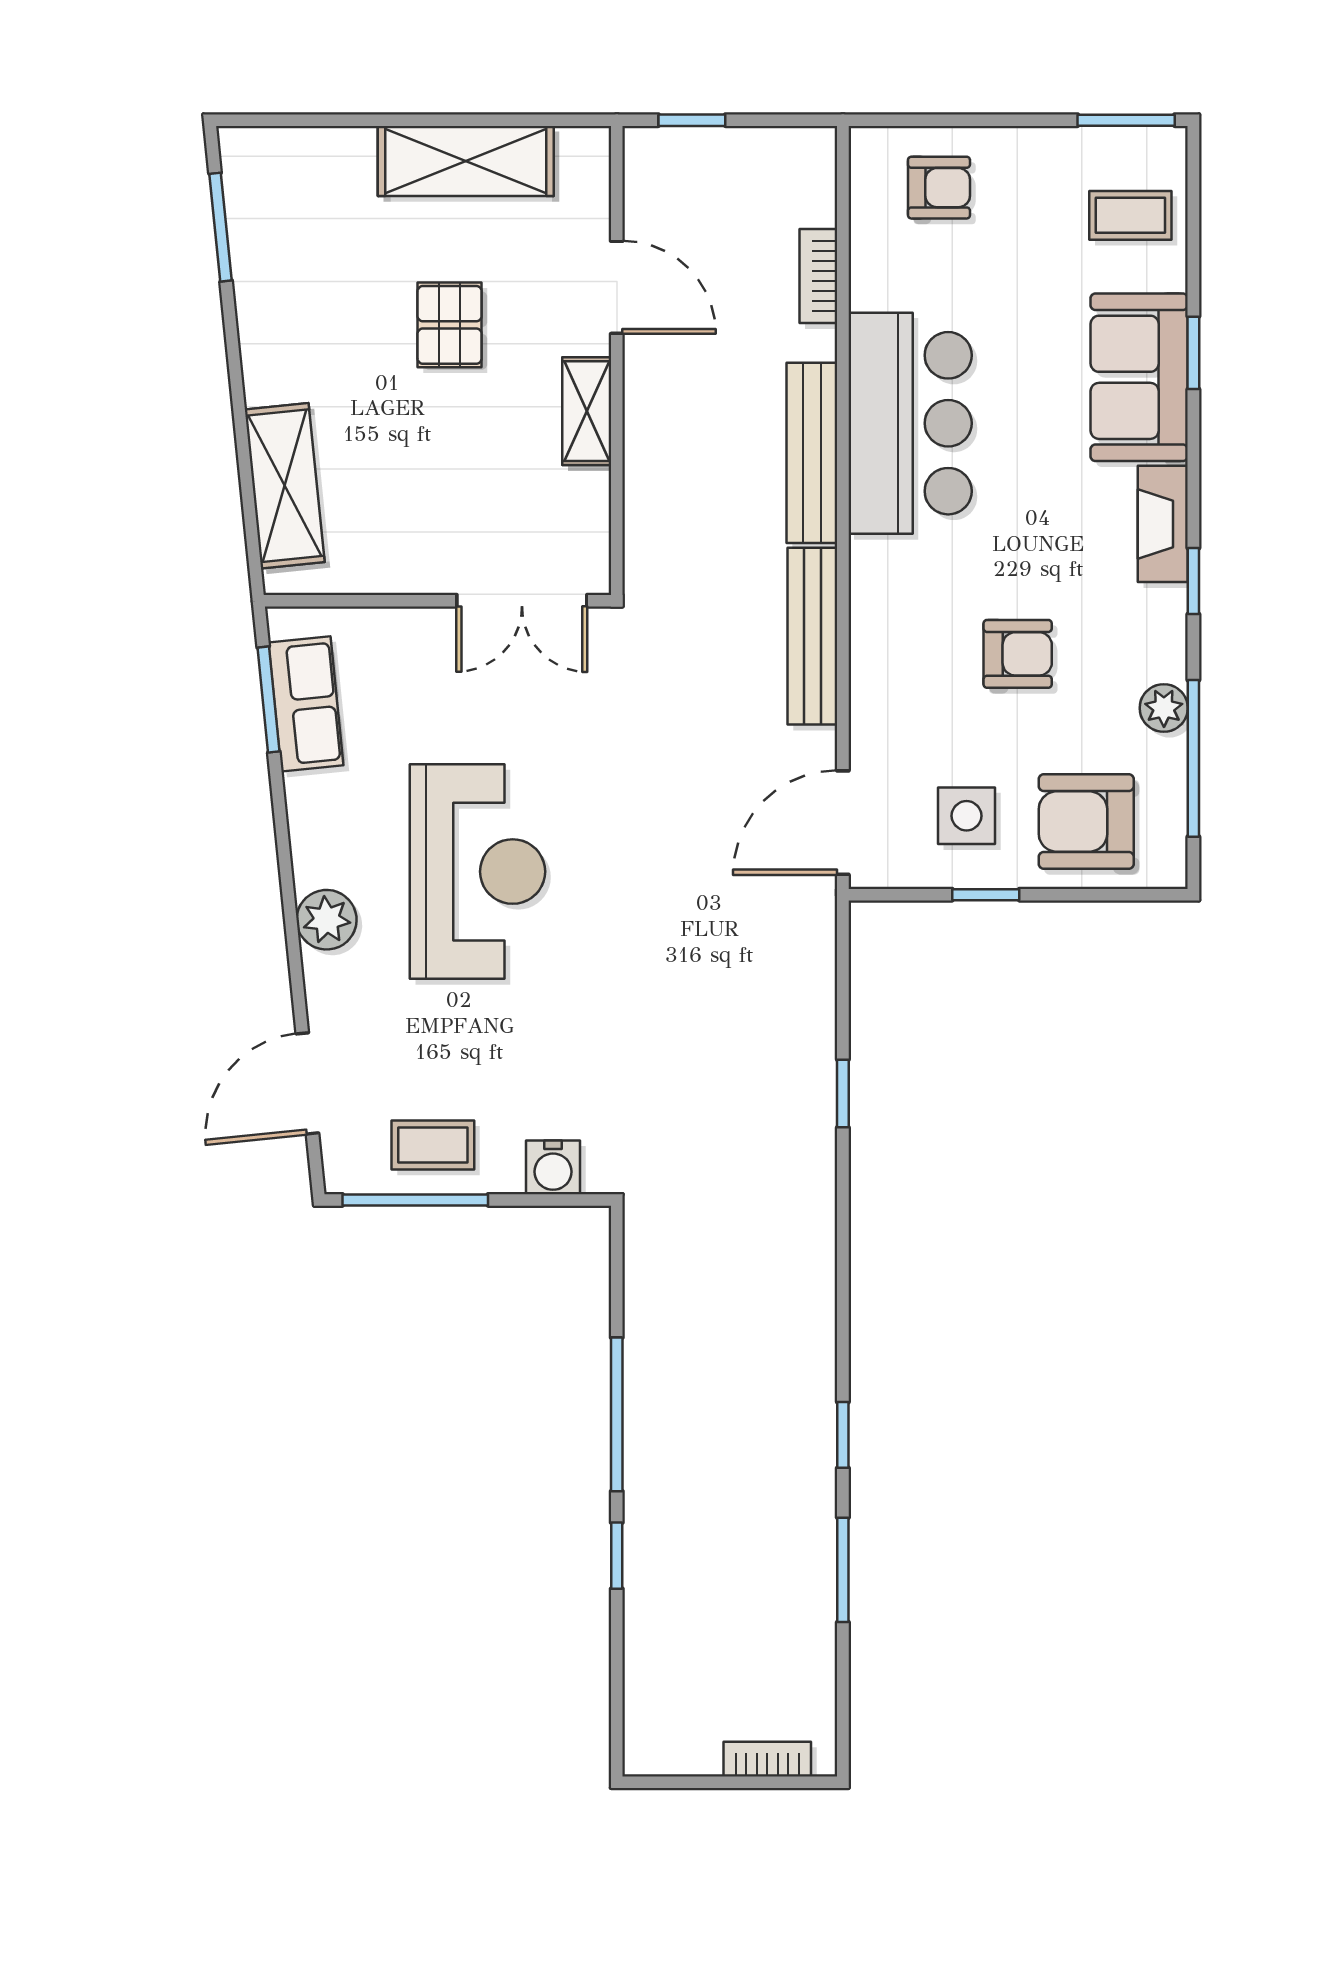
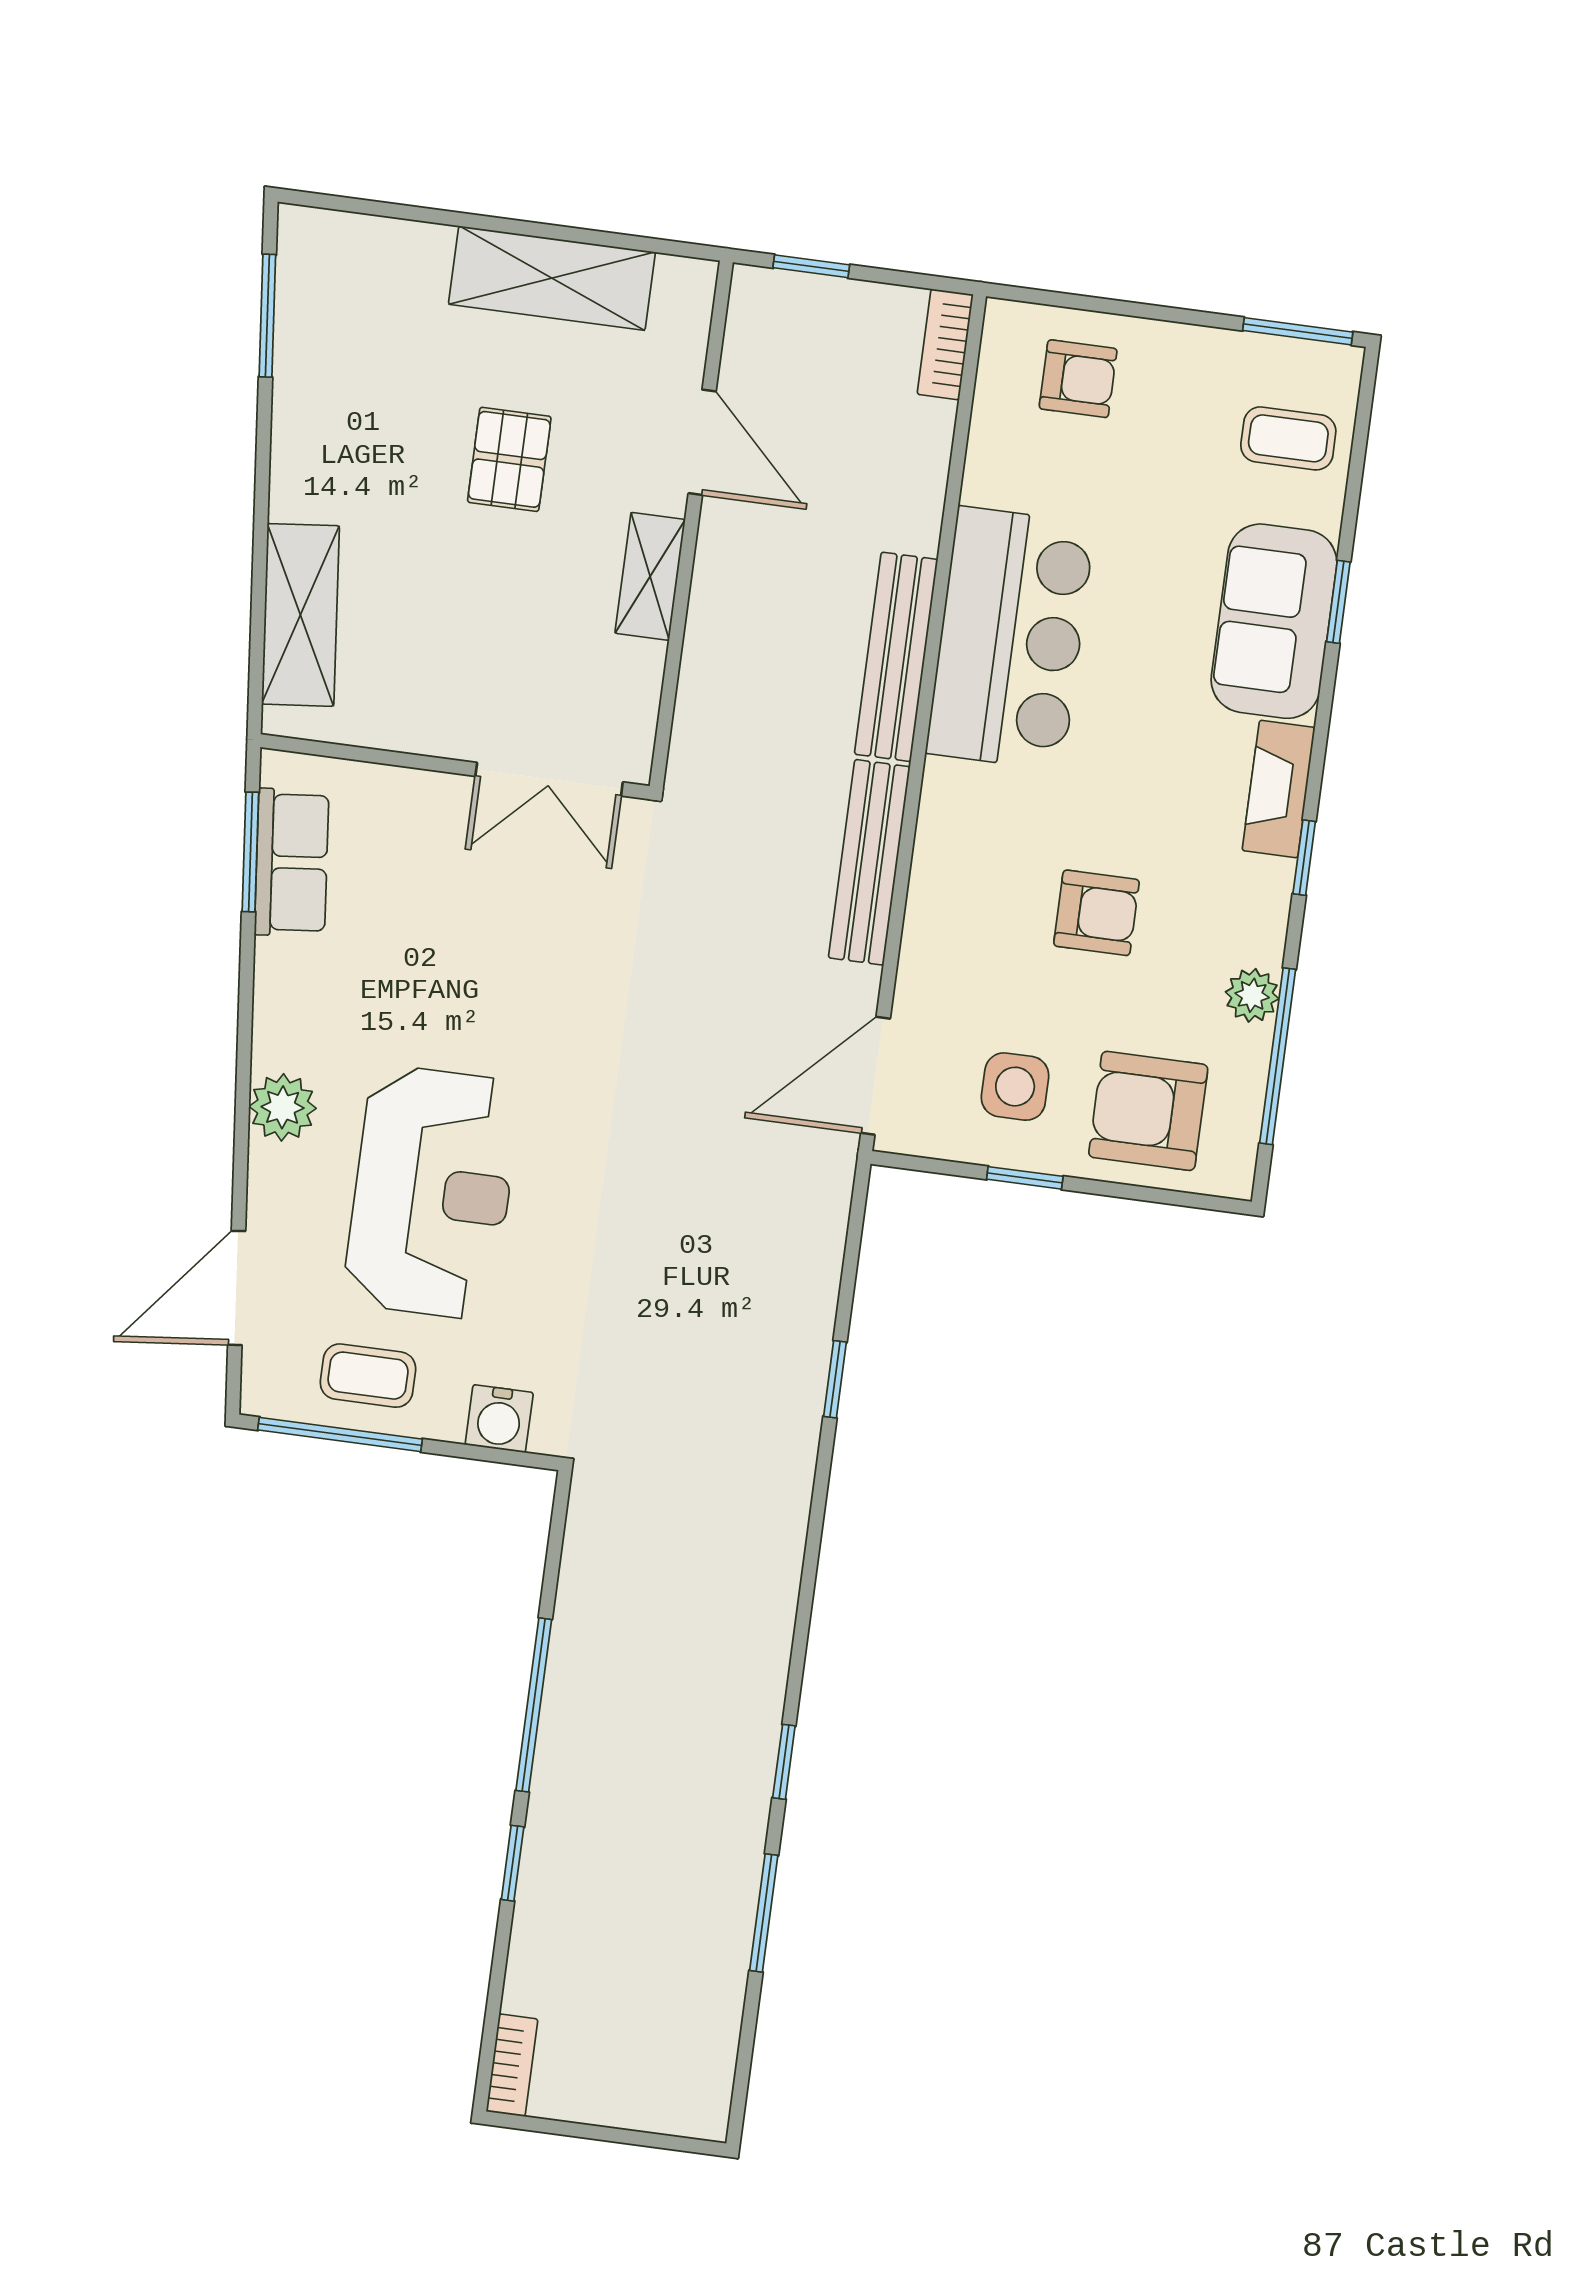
bookcase: (818, 276) -> (945, 344), moved
reception desk: (477, 872) -> (432, 1192), moved
bookcase: (767, 1759) -> (512, 2065), moved, turned 90

